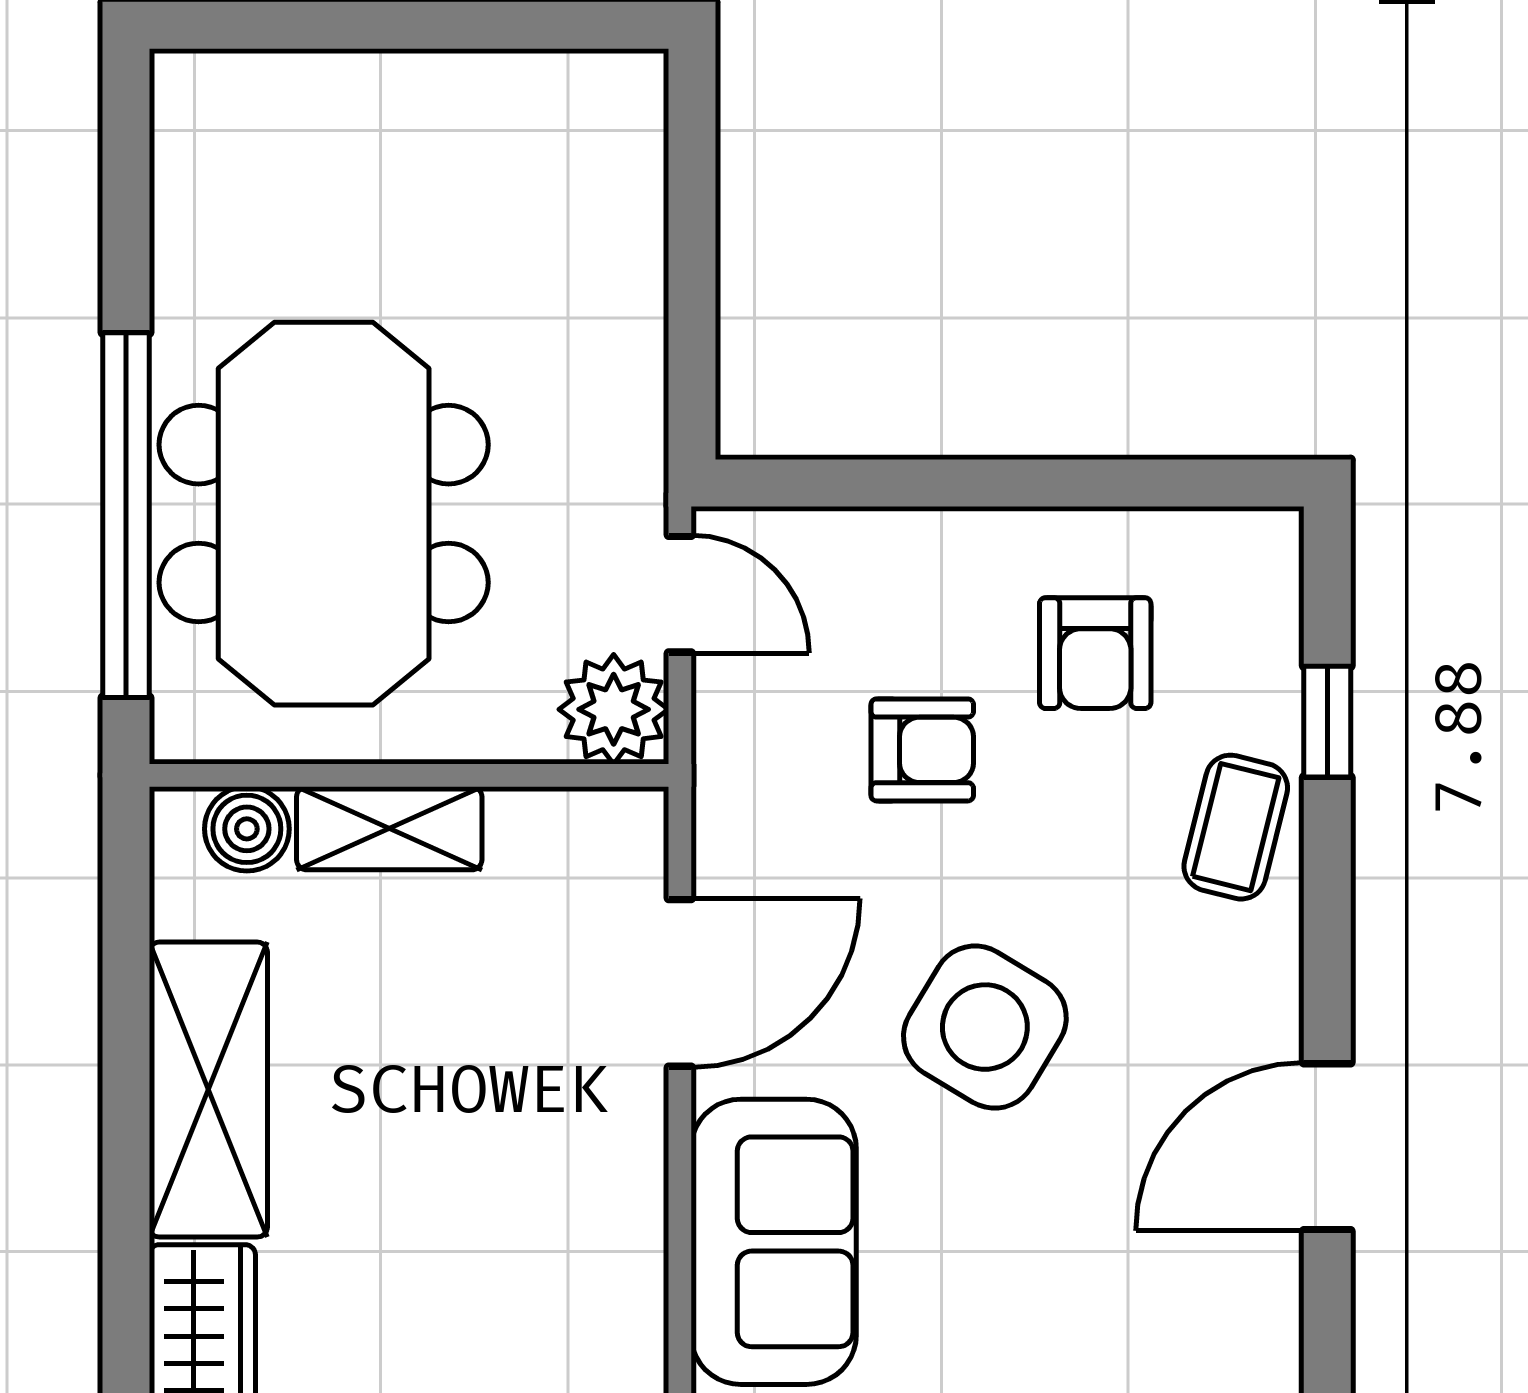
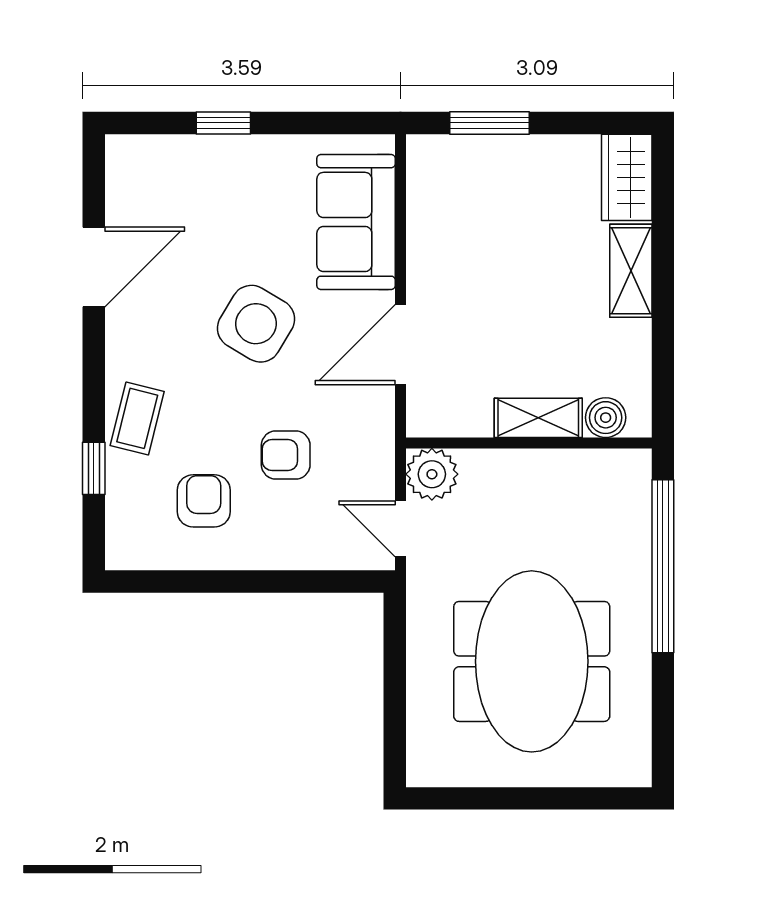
meeting table: (324, 514) -> (532, 661), moved
shelving: (208, 1090) -> (631, 271), width x0.67, depth x0.75

